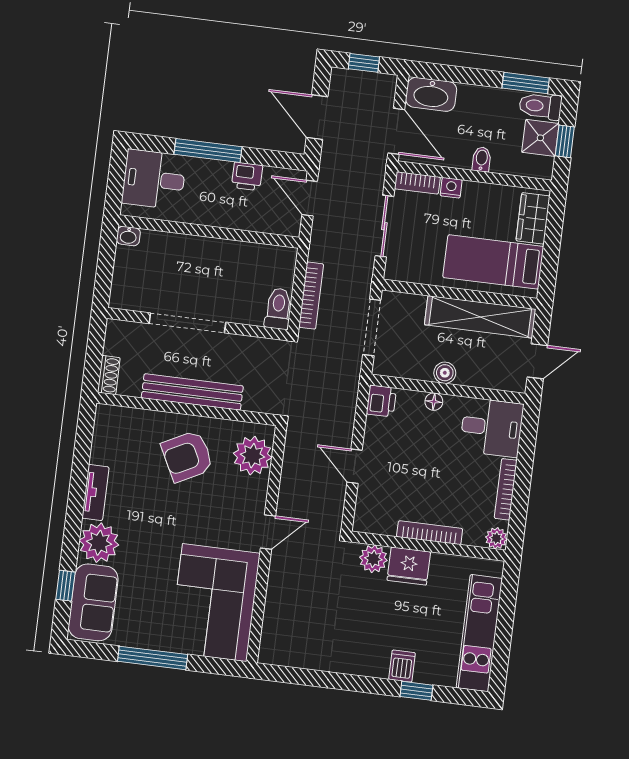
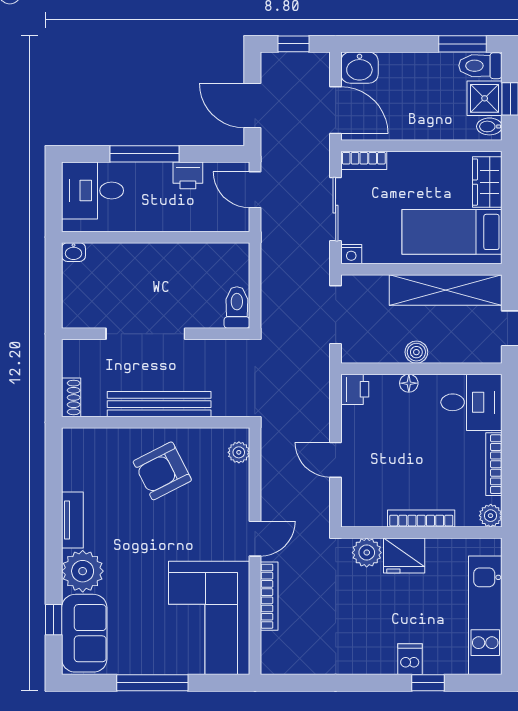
washbasin: (431, 94) -> (359, 68), width x0.72
bidet: (482, 159) -> (489, 126), moved, turned -90
nightstand: (451, 188) -> (351, 254), moved, turned 180
bookcase: (311, 296) -> (269, 596), moved
plant: (253, 456) -> (239, 452), width x0.53, depth x0.53

